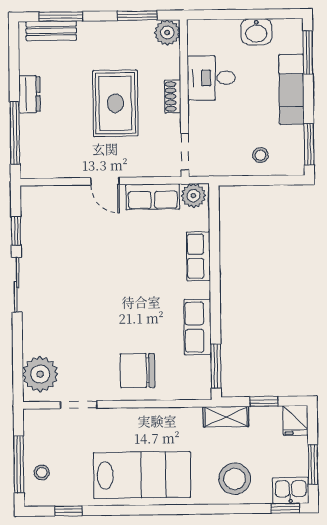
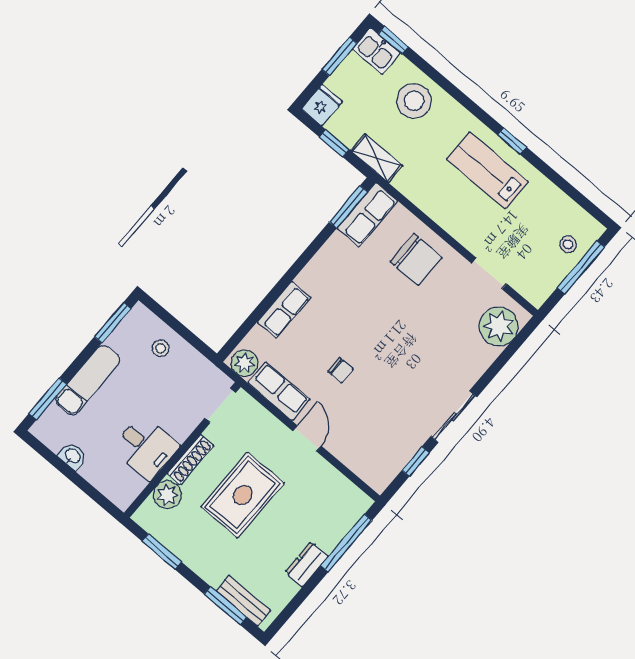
plant: (167, 32) -> (167, 495), moved
washbasin: (256, 32) -> (72, 456), width x0.72, depth x0.69
shoe rack: (173, 96) -> (191, 460), width x1.43
chair: (123, 248) -> (341, 370), added
row of seats: (198, 327) -> (367, 215), moved
lab bench: (142, 475) -> (487, 170), width x0.73, depth x0.72
window: (68, 511) -> (512, 141), moved

